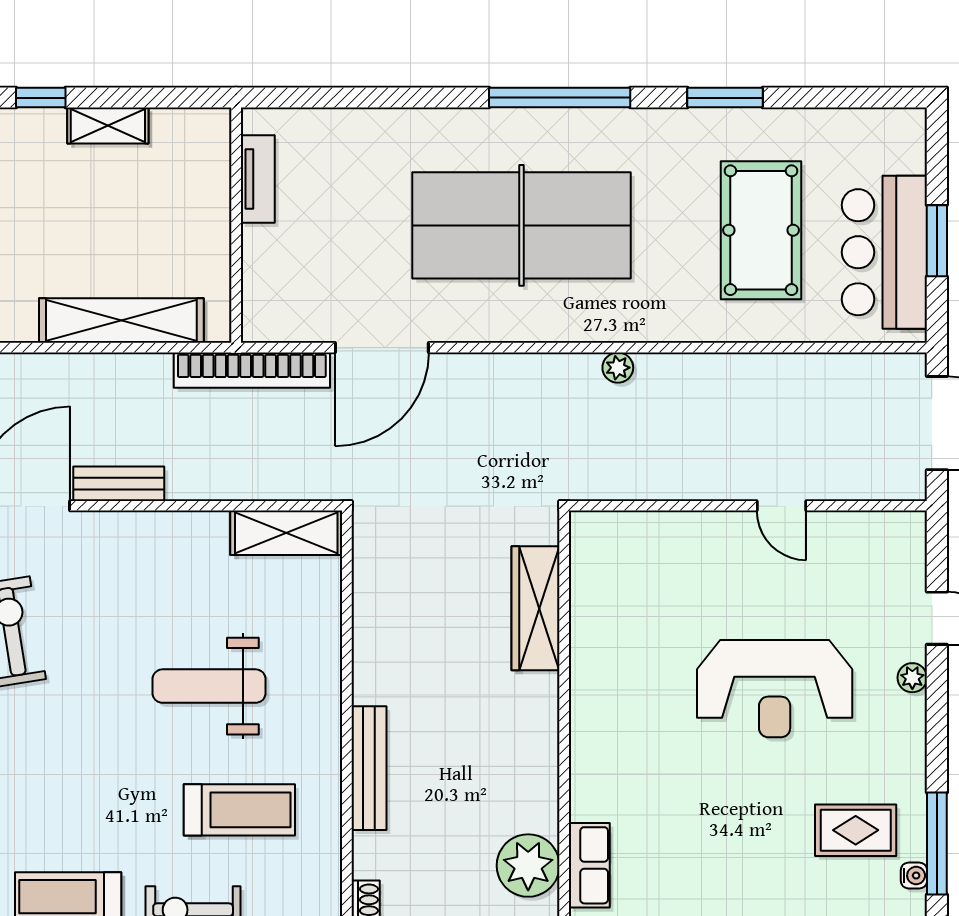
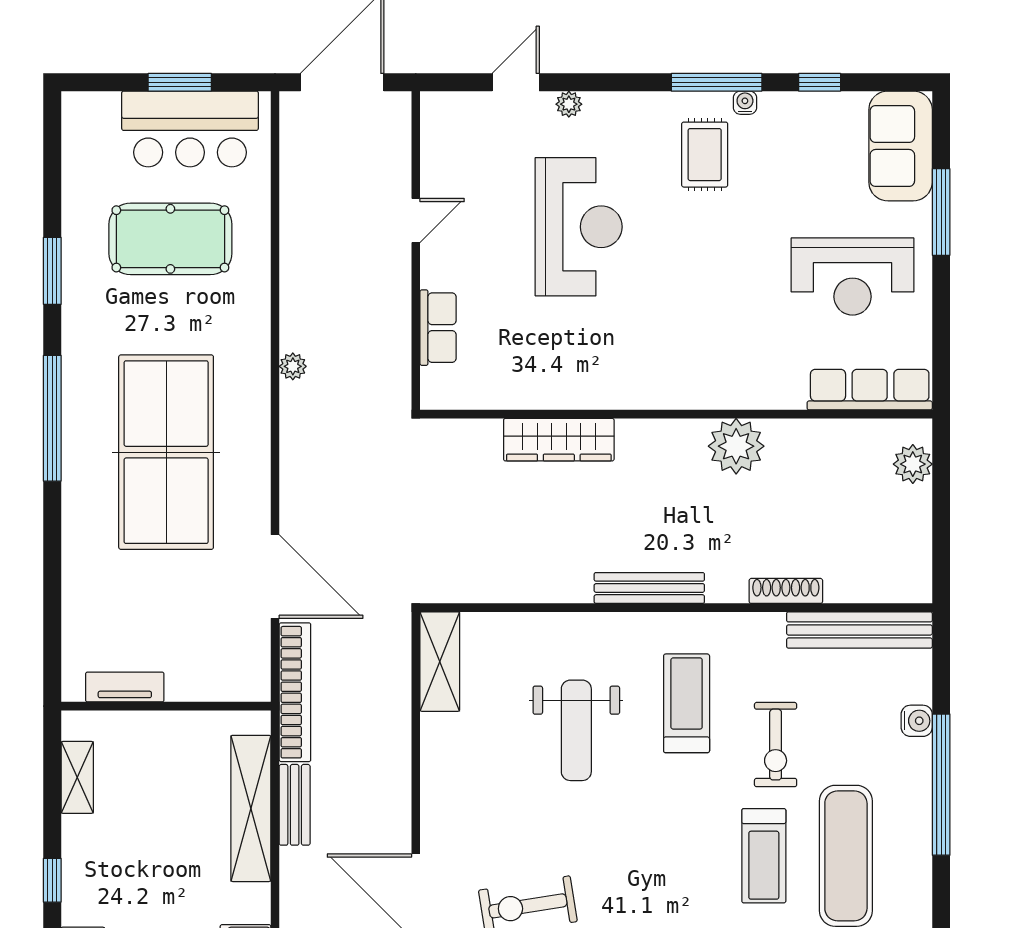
shelving: (108, 126) -> (77, 777), moved
bench: (119, 484) -> (295, 805), moved
wardrobe: (535, 608) -> (559, 440), moved
row of seats: (589, 865) -> (438, 328), moved, turned 90

